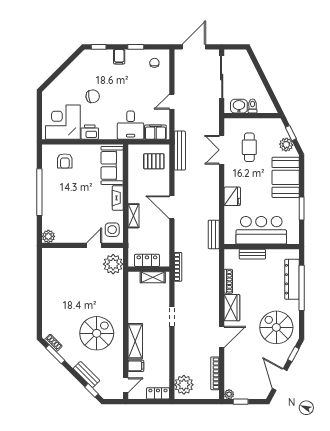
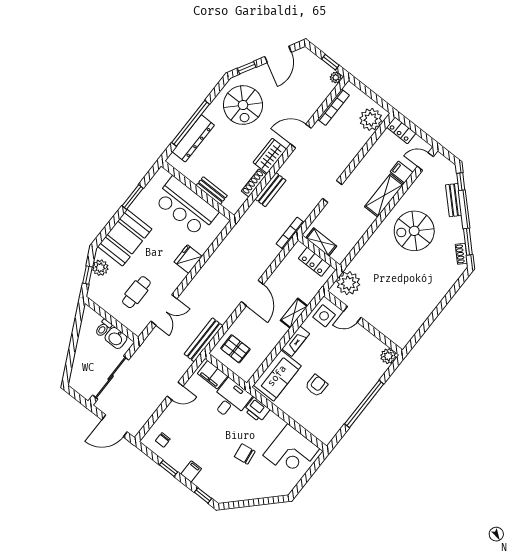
printer: (90, 132) -> (257, 410), moved
armchair: (65, 161) -> (316, 386), moved
bench: (214, 234) -> (271, 190), moved

